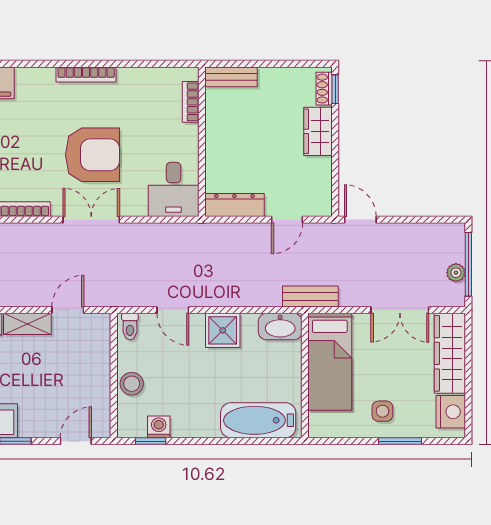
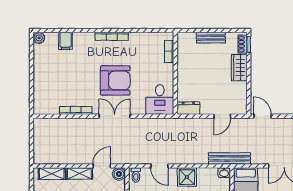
bench: (231, 77) -> (211, 38), moved
dresser: (234, 205) -> (188, 108), width x0.70
bench: (310, 297) -> (229, 158), width x1.36
boiler: (99, 325) -> (119, 174), added
washbasin: (280, 327) -> (224, 173), width x0.52, depth x0.69

